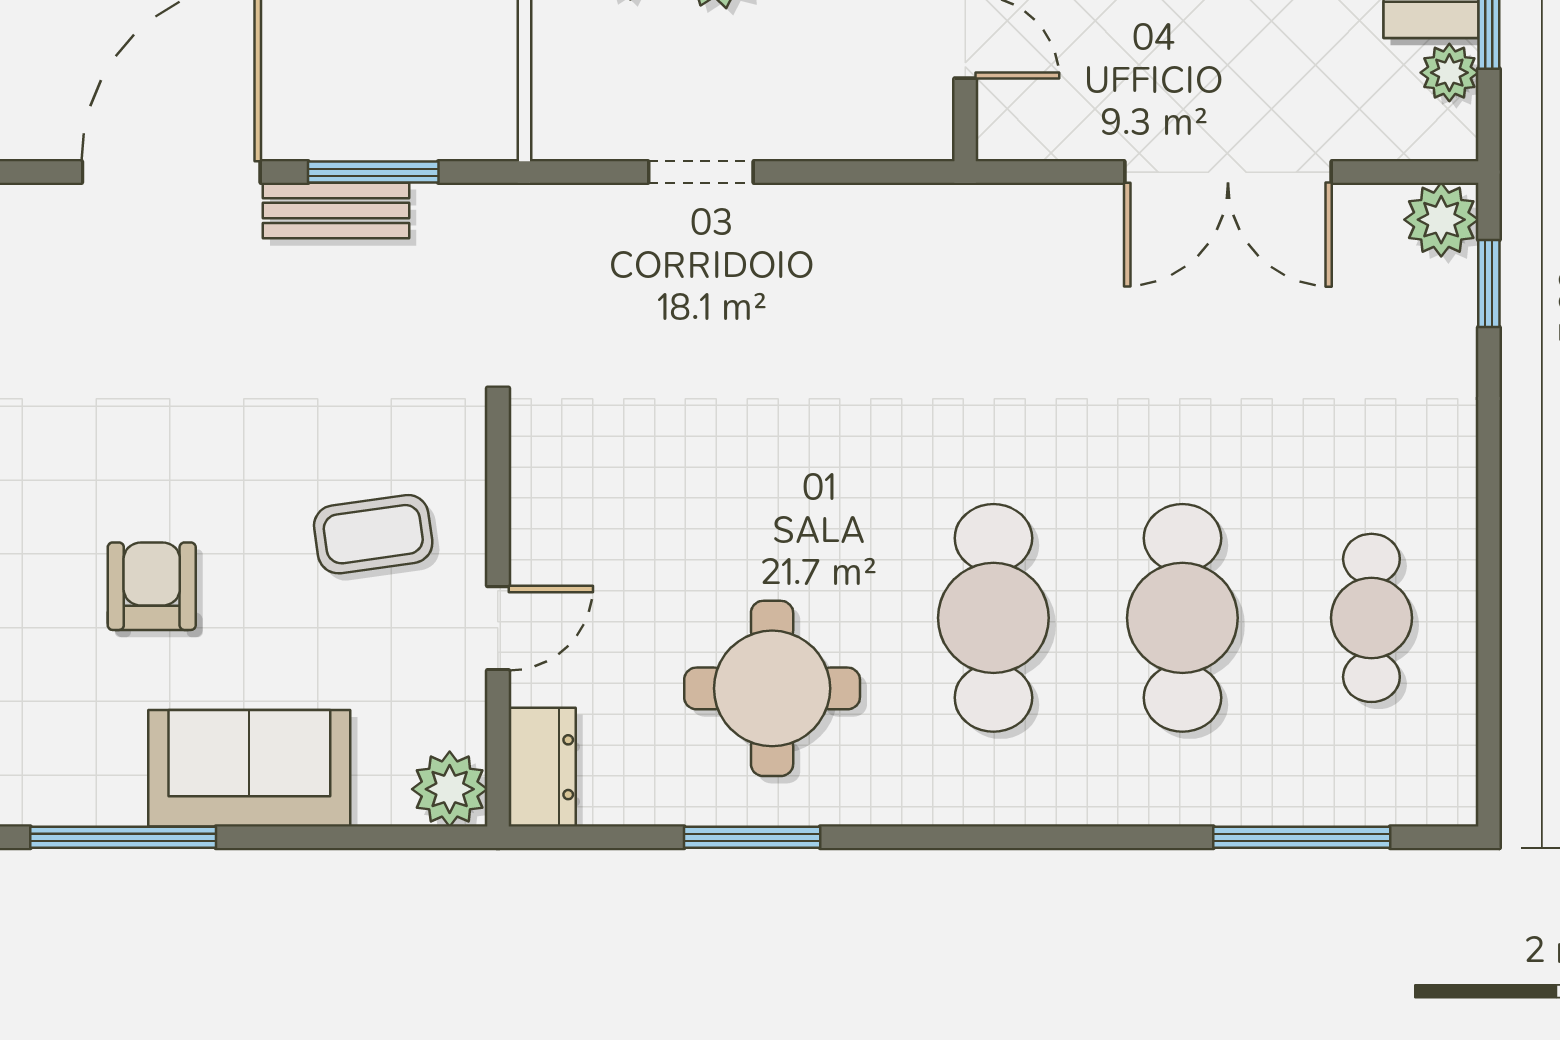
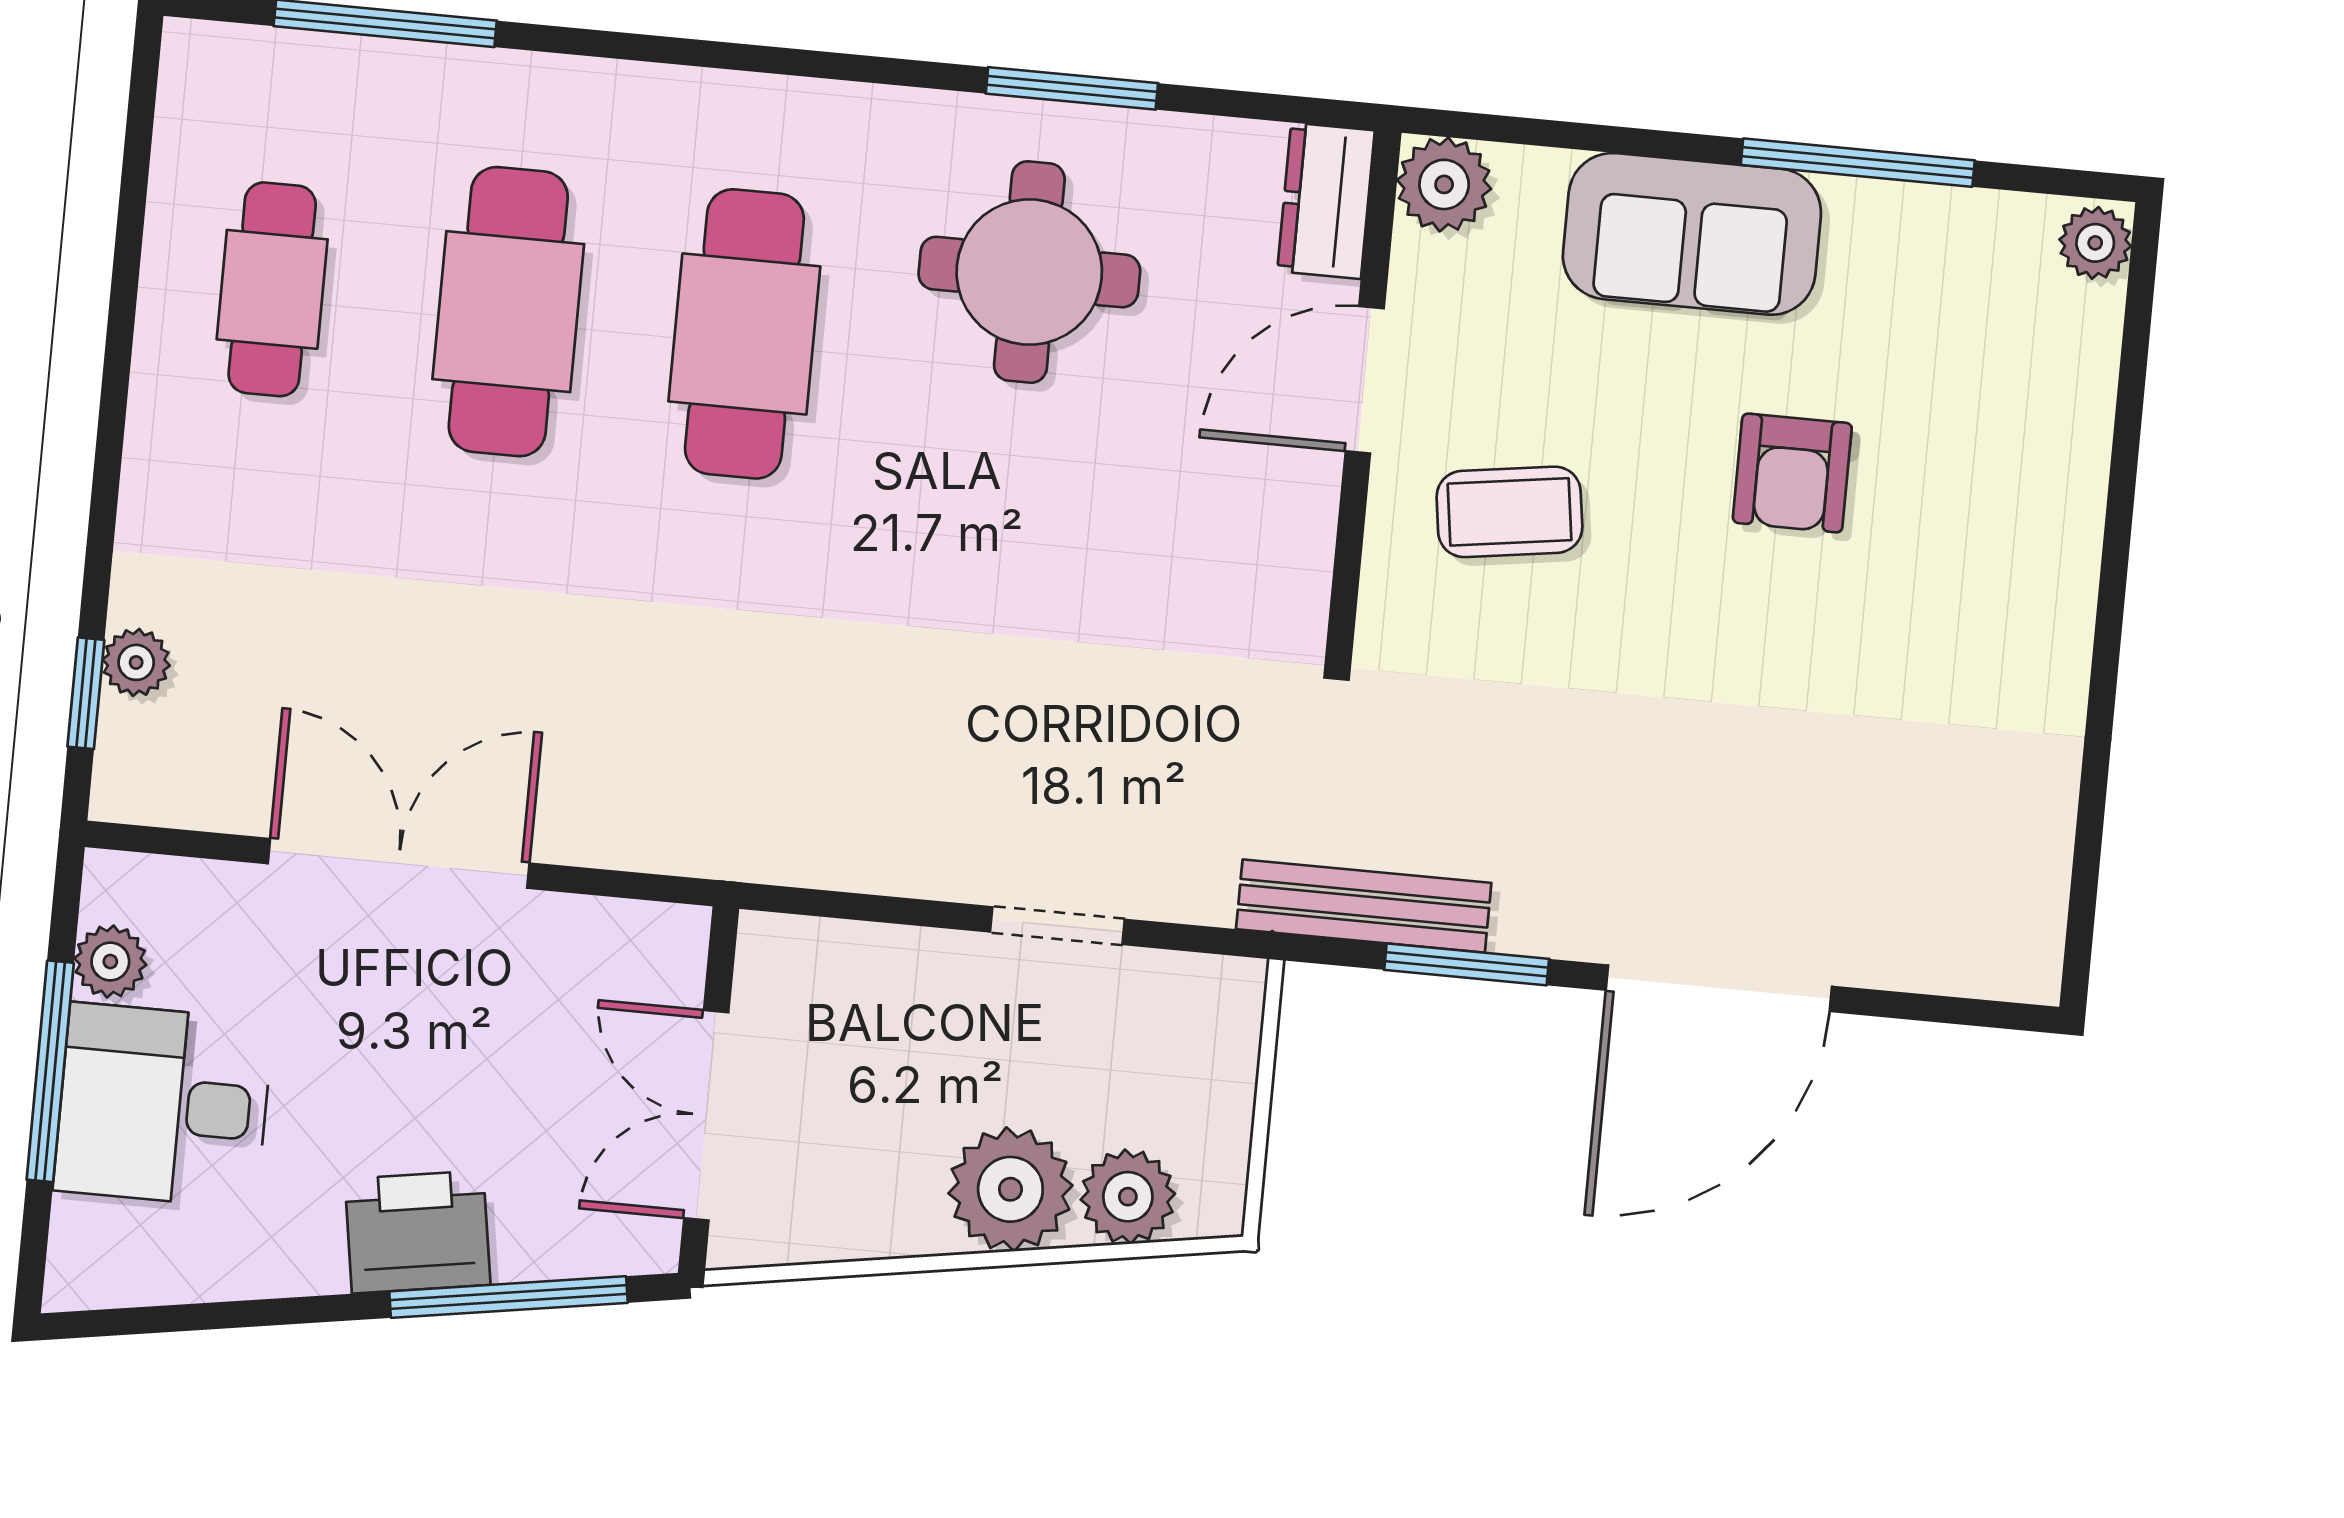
bench: (336, 211) -> (1364, 906), moved, width x1.36
plant: (1441, 220) -> (136, 662), moved, width x0.73, depth x0.73
door: (498, 628) -> (1365, 380), width x1.37

